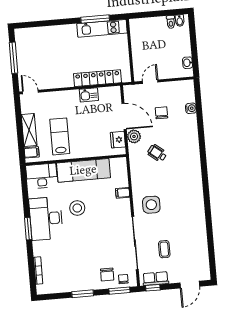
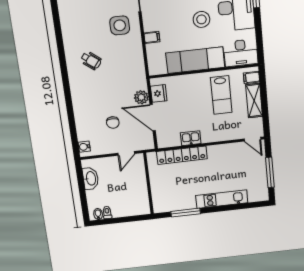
kitchen unit: (102, 28) -> (222, 199), moved
washbasin: (188, 63) -> (91, 178), width x1.91, depth x1.45
water cooler: (191, 108) -> (84, 147), moved
wheelchair: (157, 153) -> (91, 60), moved

